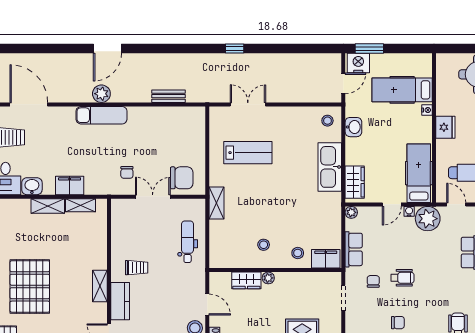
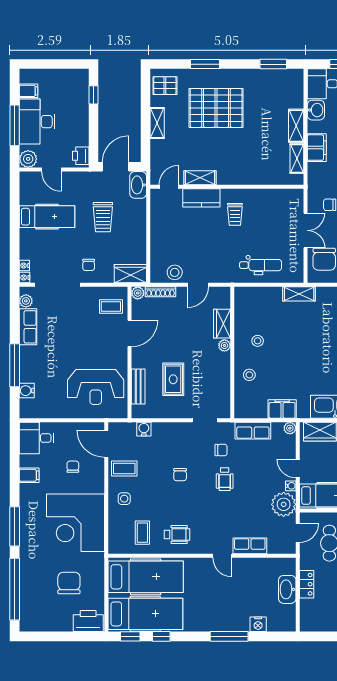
filing cabinet: (326, 259) -> (282, 409), moved, turned -90
shelving: (100, 286) -> (200, 178), moved

